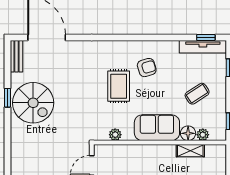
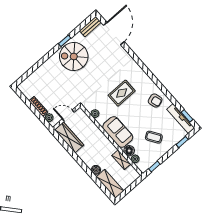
armchair: (147, 68) -> (155, 101), moved
spiral stairs: (33, 103) -> (74, 56), turned 90

